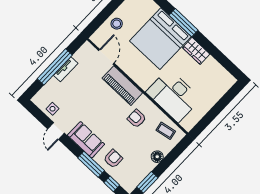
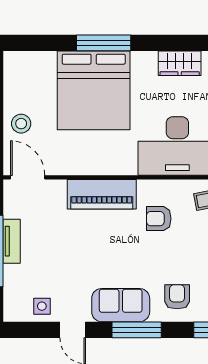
wardrobe: (196, 51) -> (180, 63), moved
door: (106, 57) -> (28, 177), moved
window: (91, 164) -> (137, 330), moved

